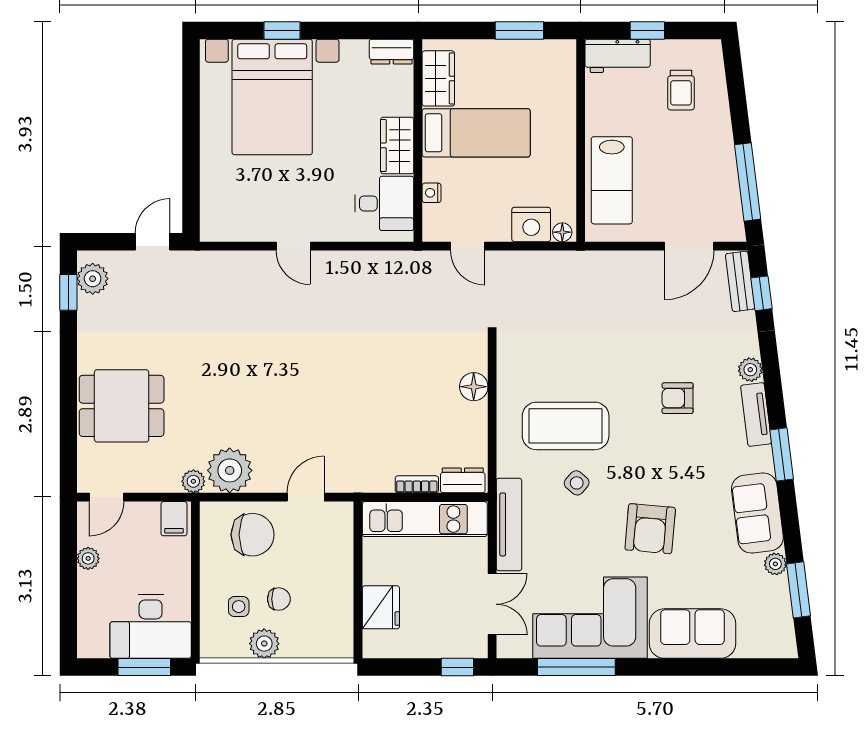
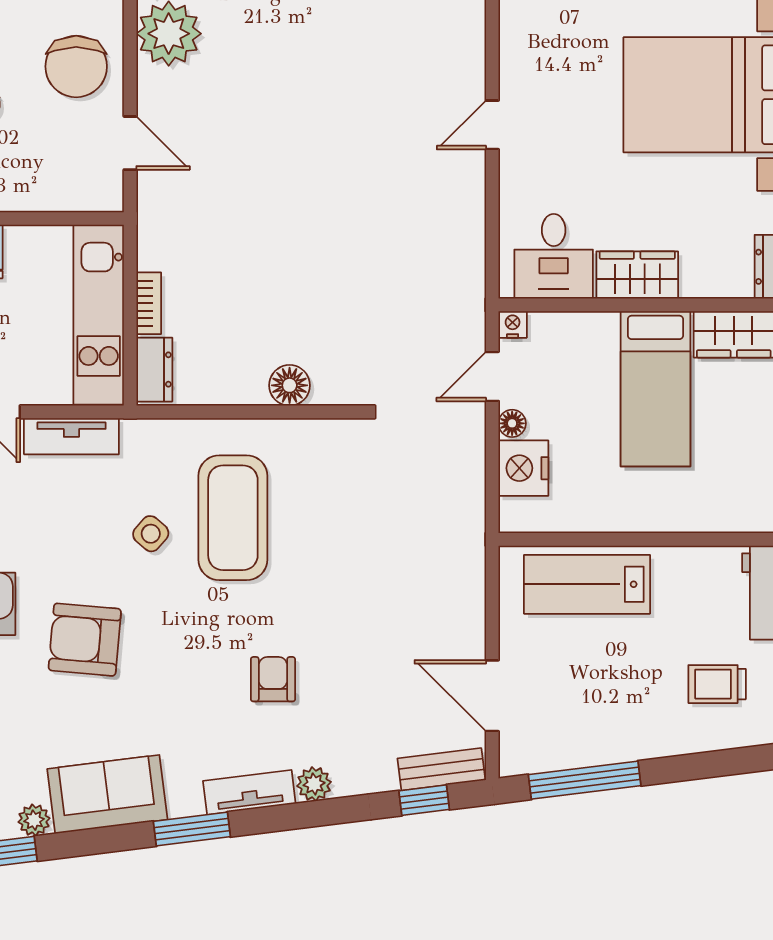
nightstand: (432, 193) -> (513, 324), moved
floor lamp: (562, 232) -> (512, 423), moved
tv unit: (509, 524) -> (71, 436), width x0.71

